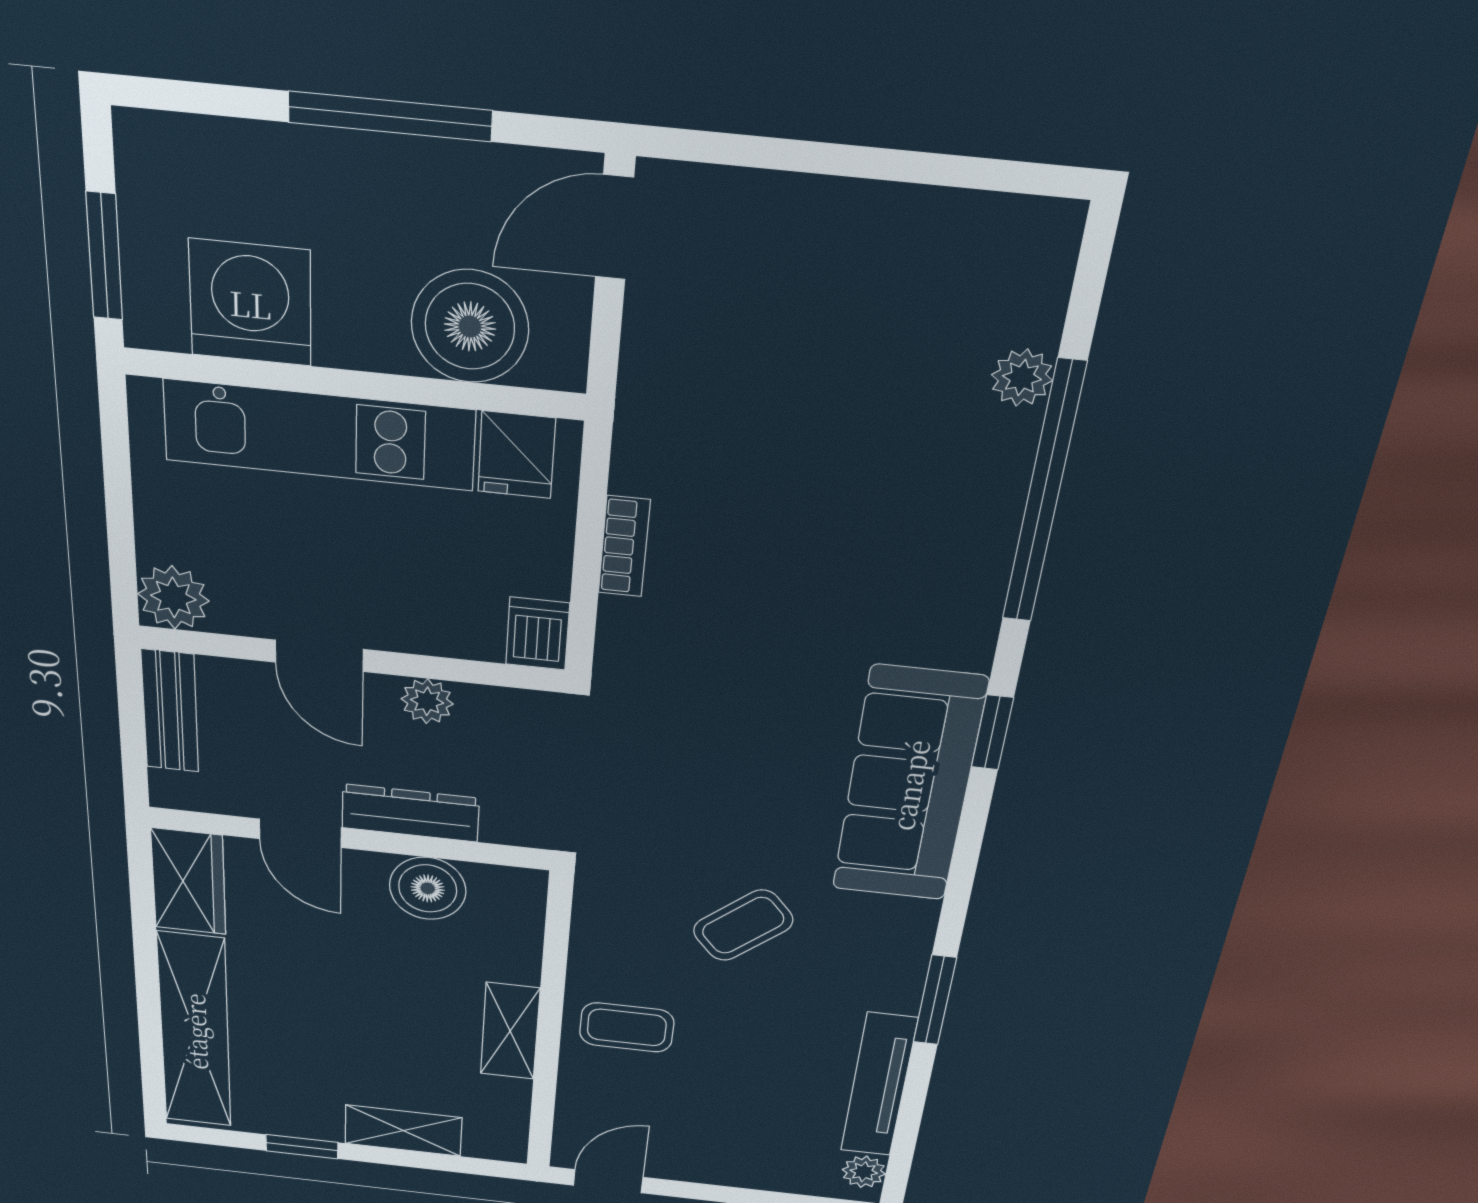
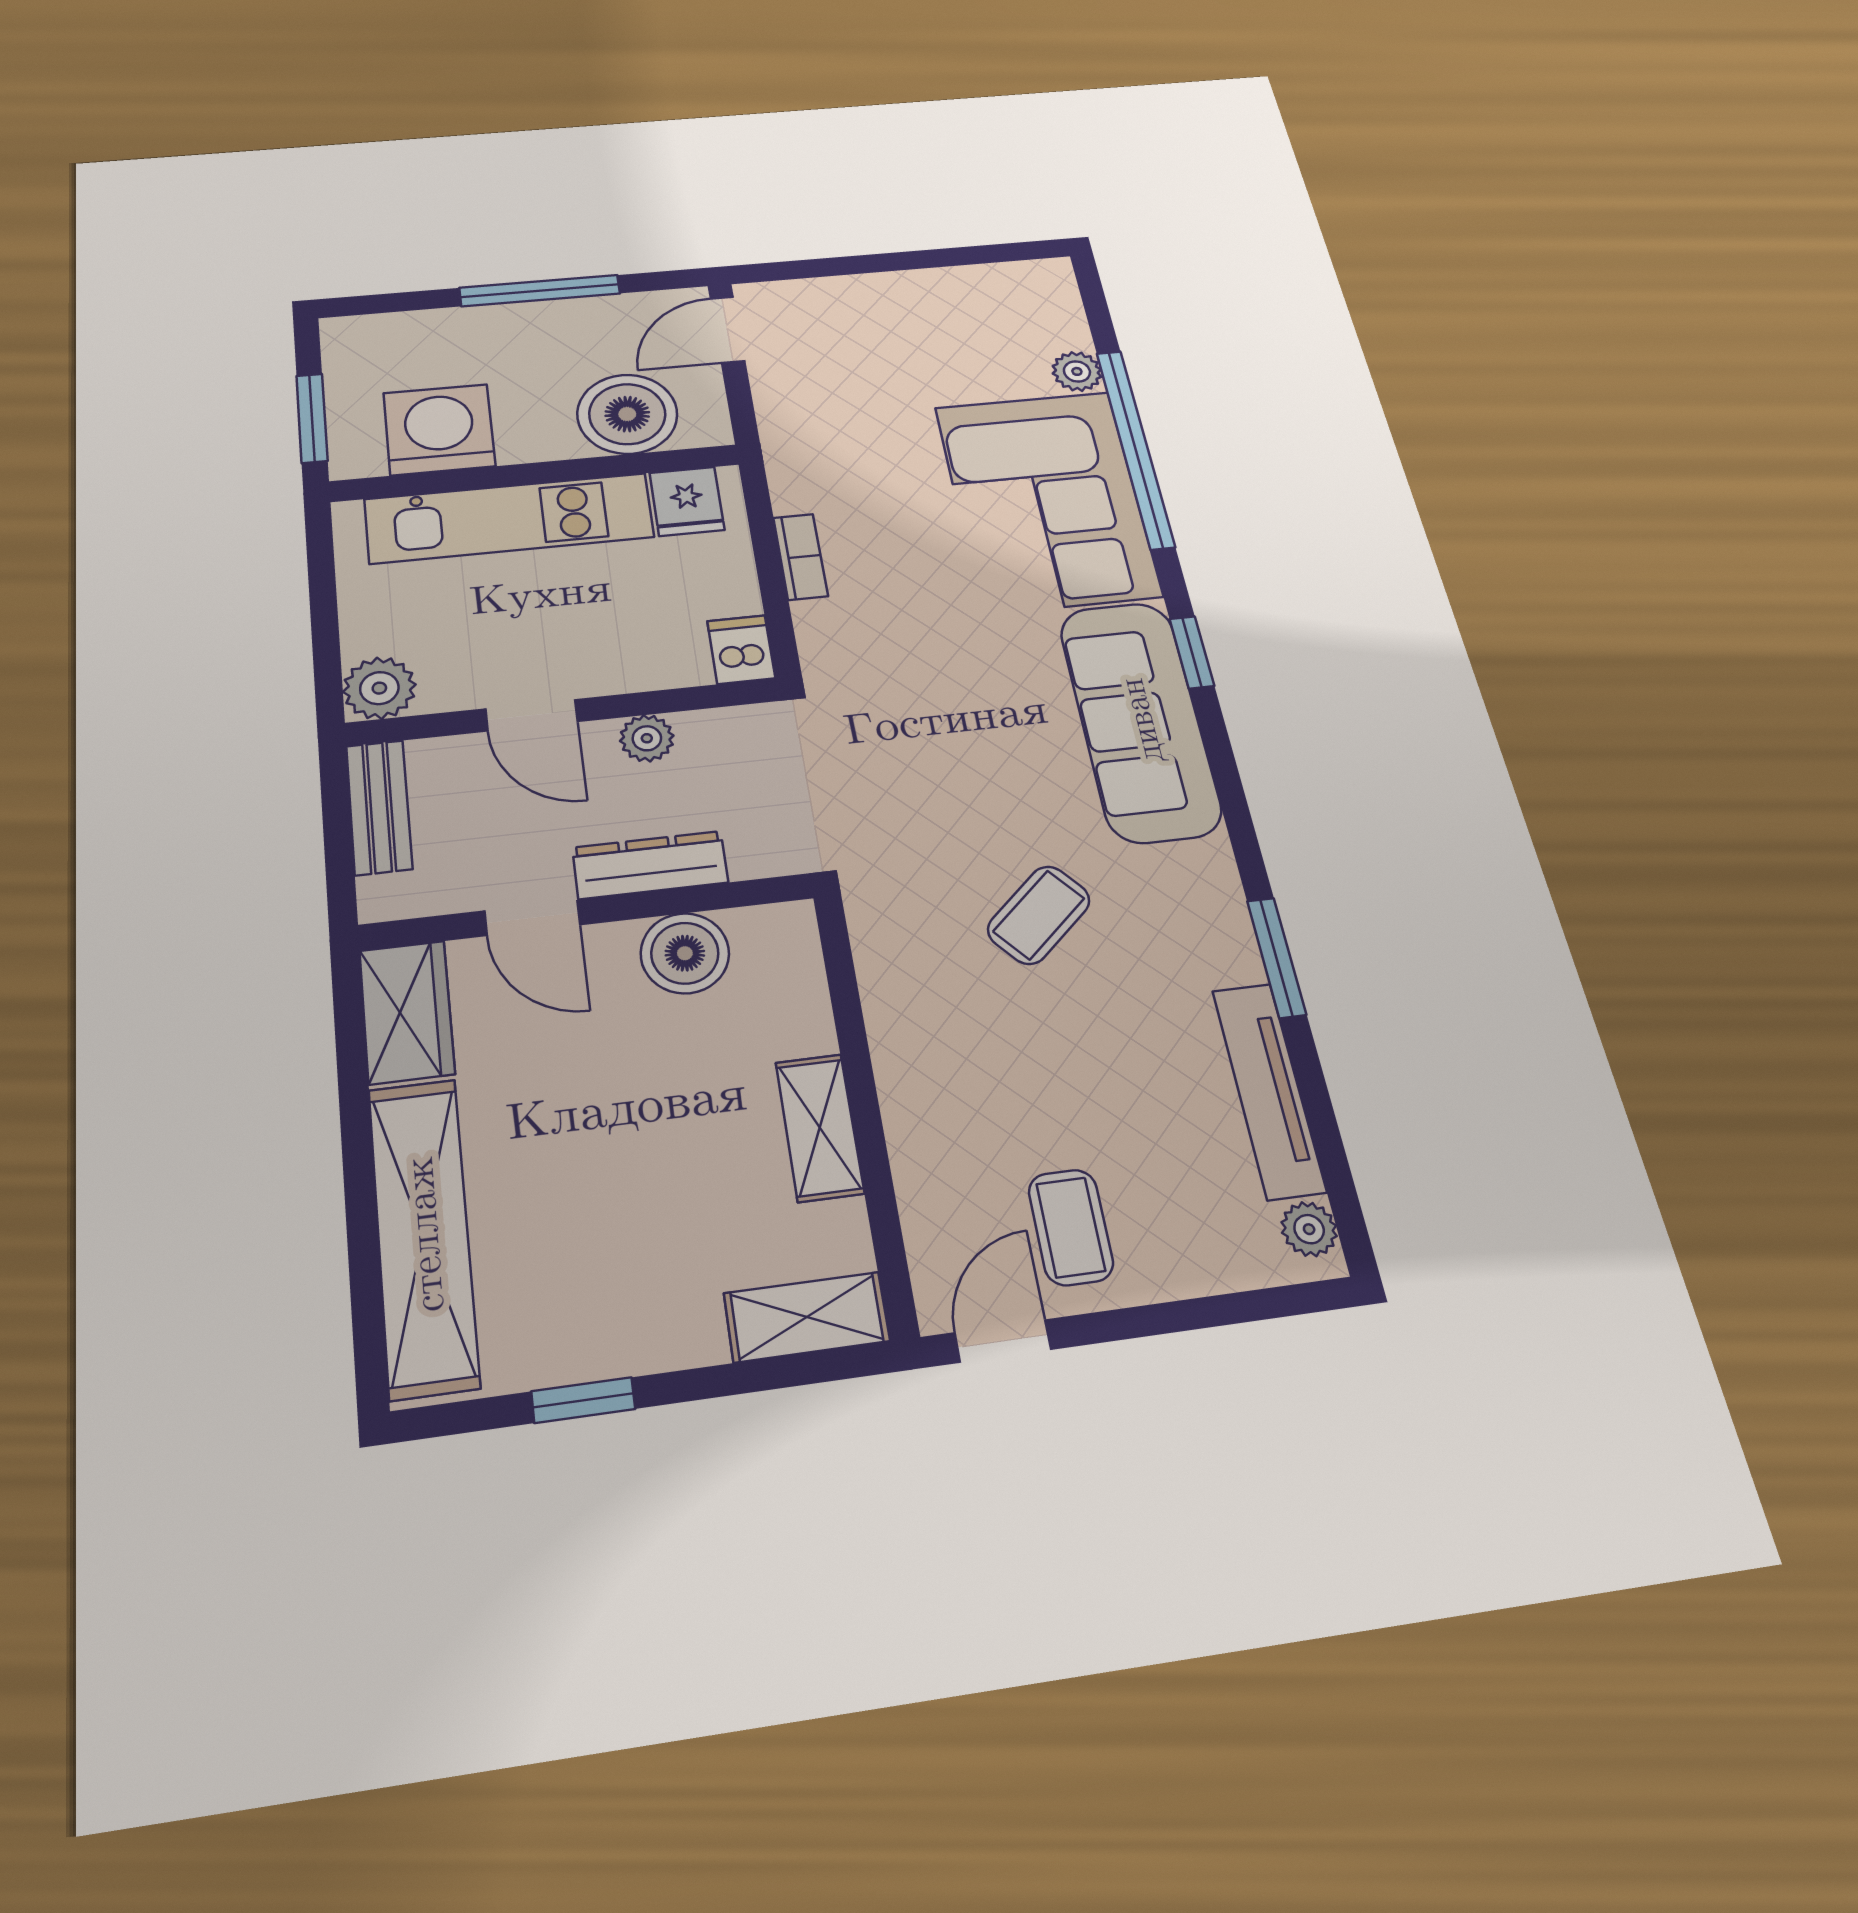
corner sofa: (915, 537) -> (1047, 501), added
coffee table: (627, 1027) -> (1071, 1227), moved, turned 90
shelving: (403, 1131) -> (807, 1317), moved

